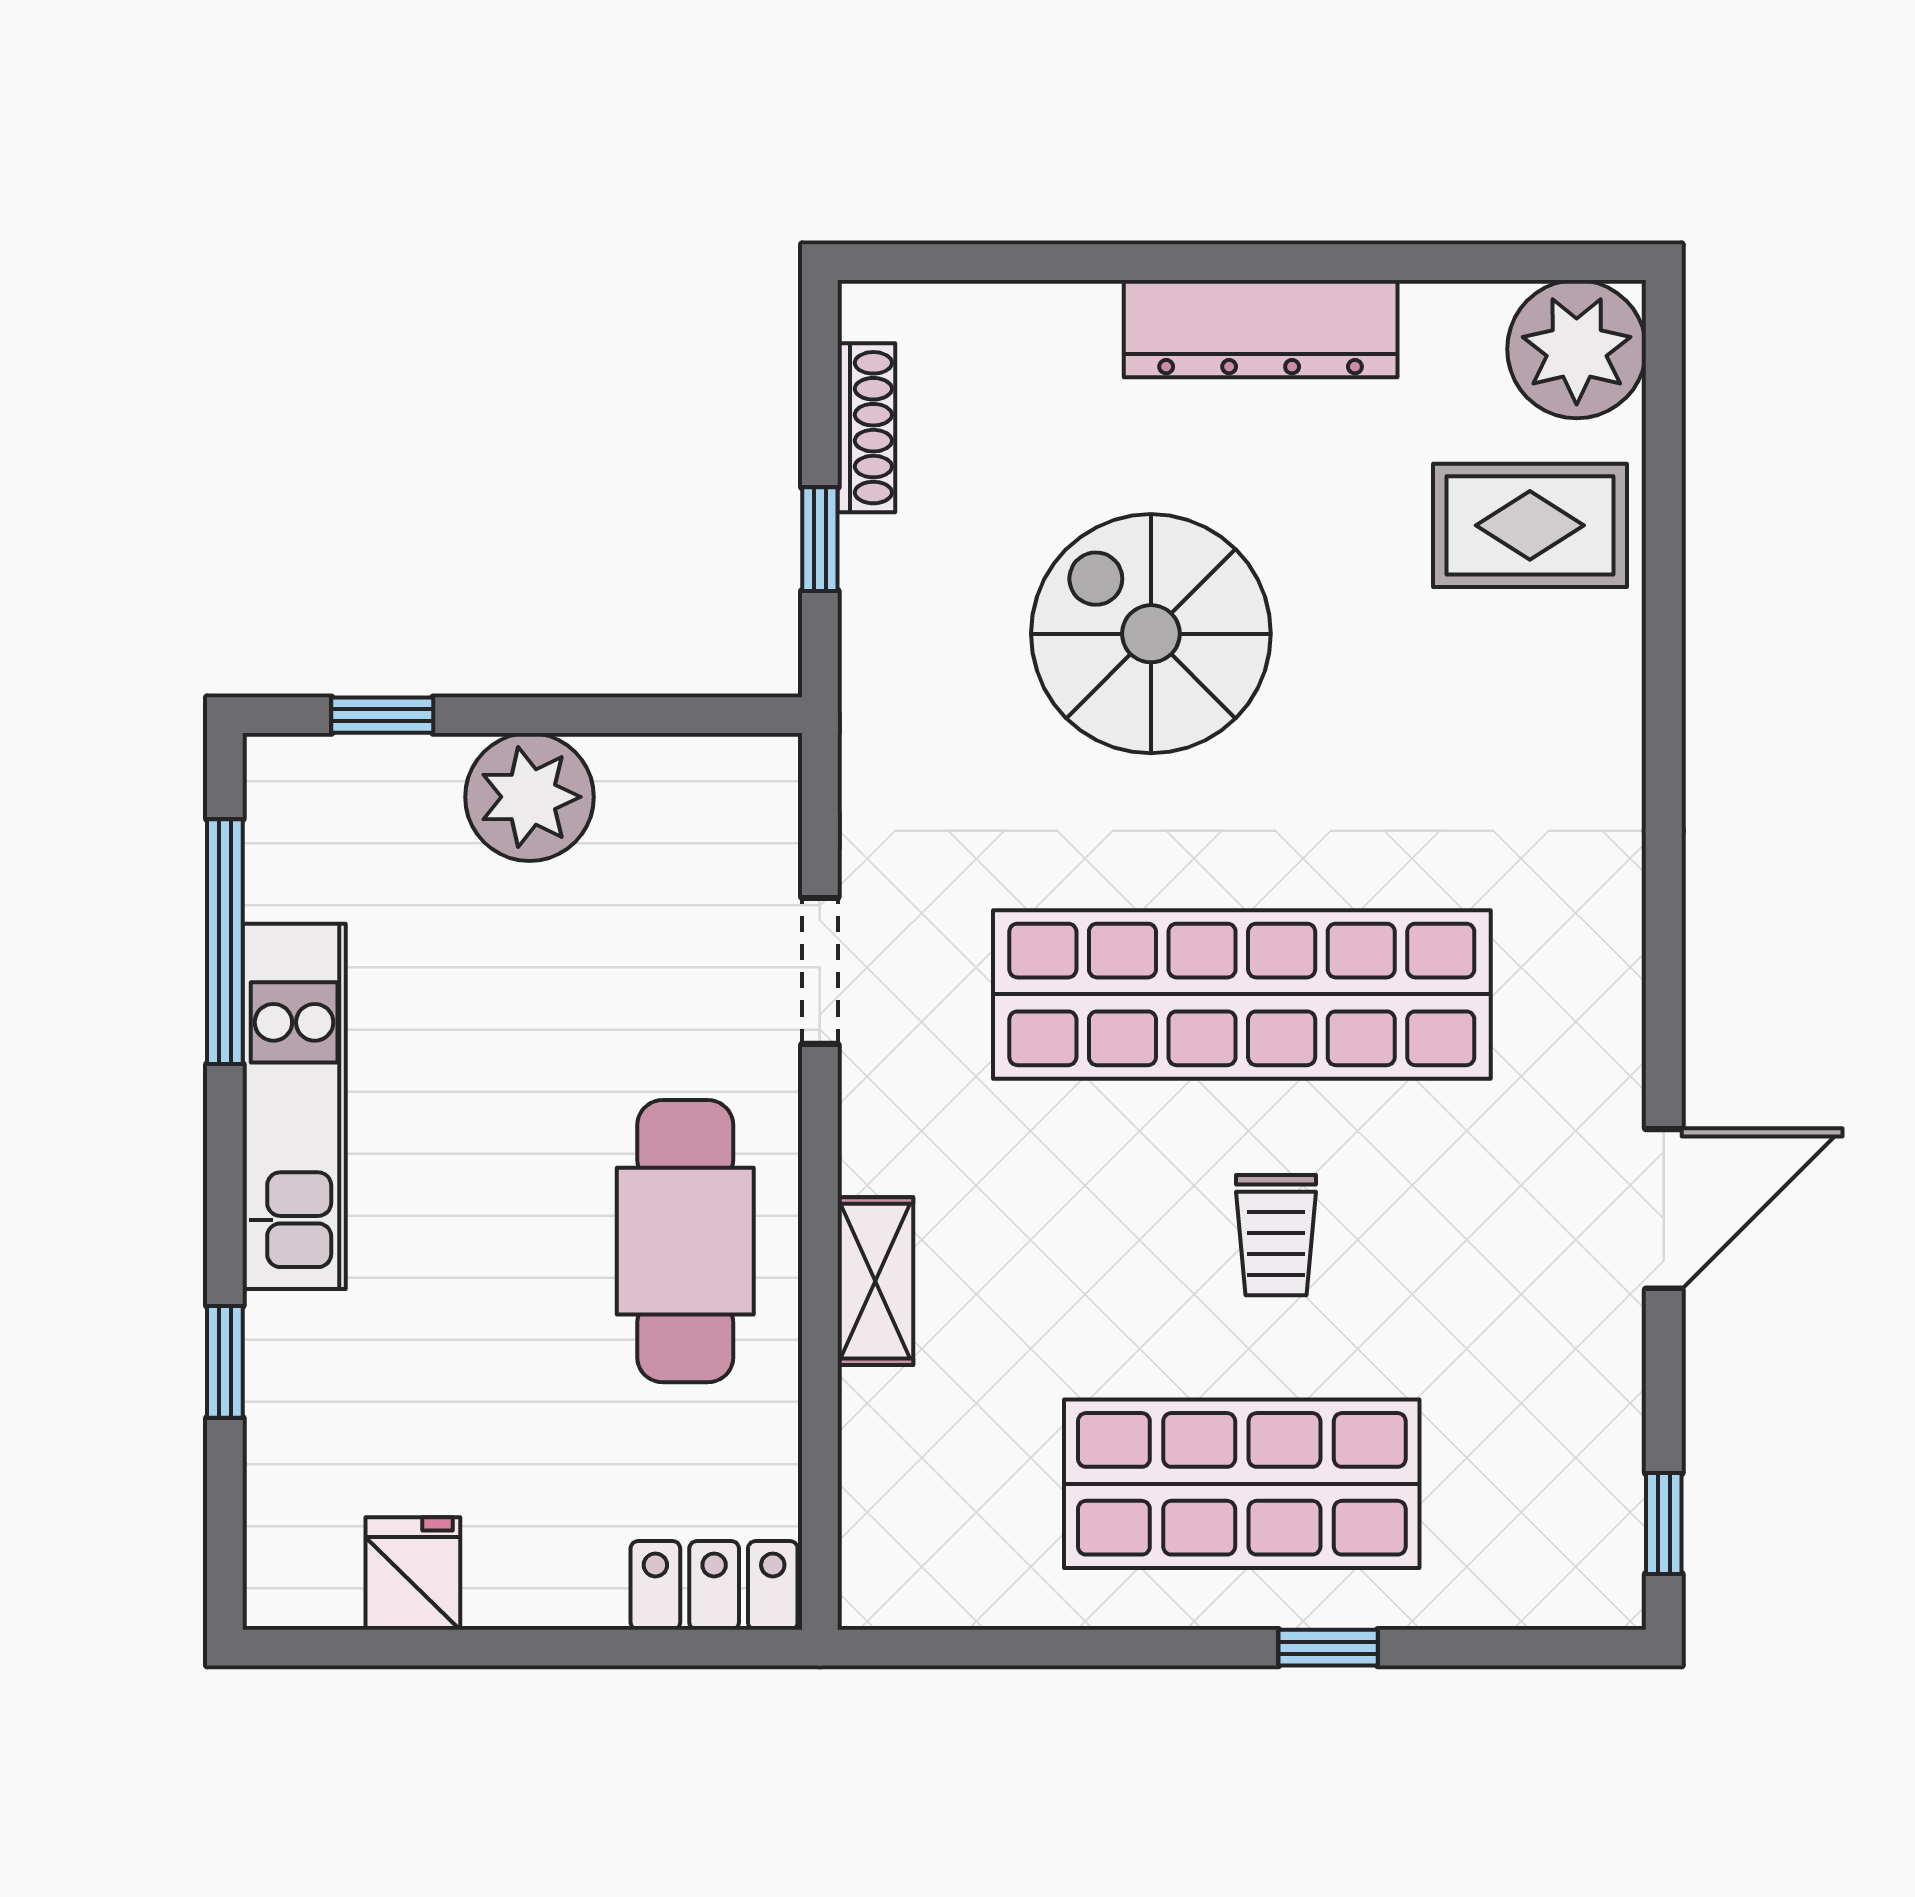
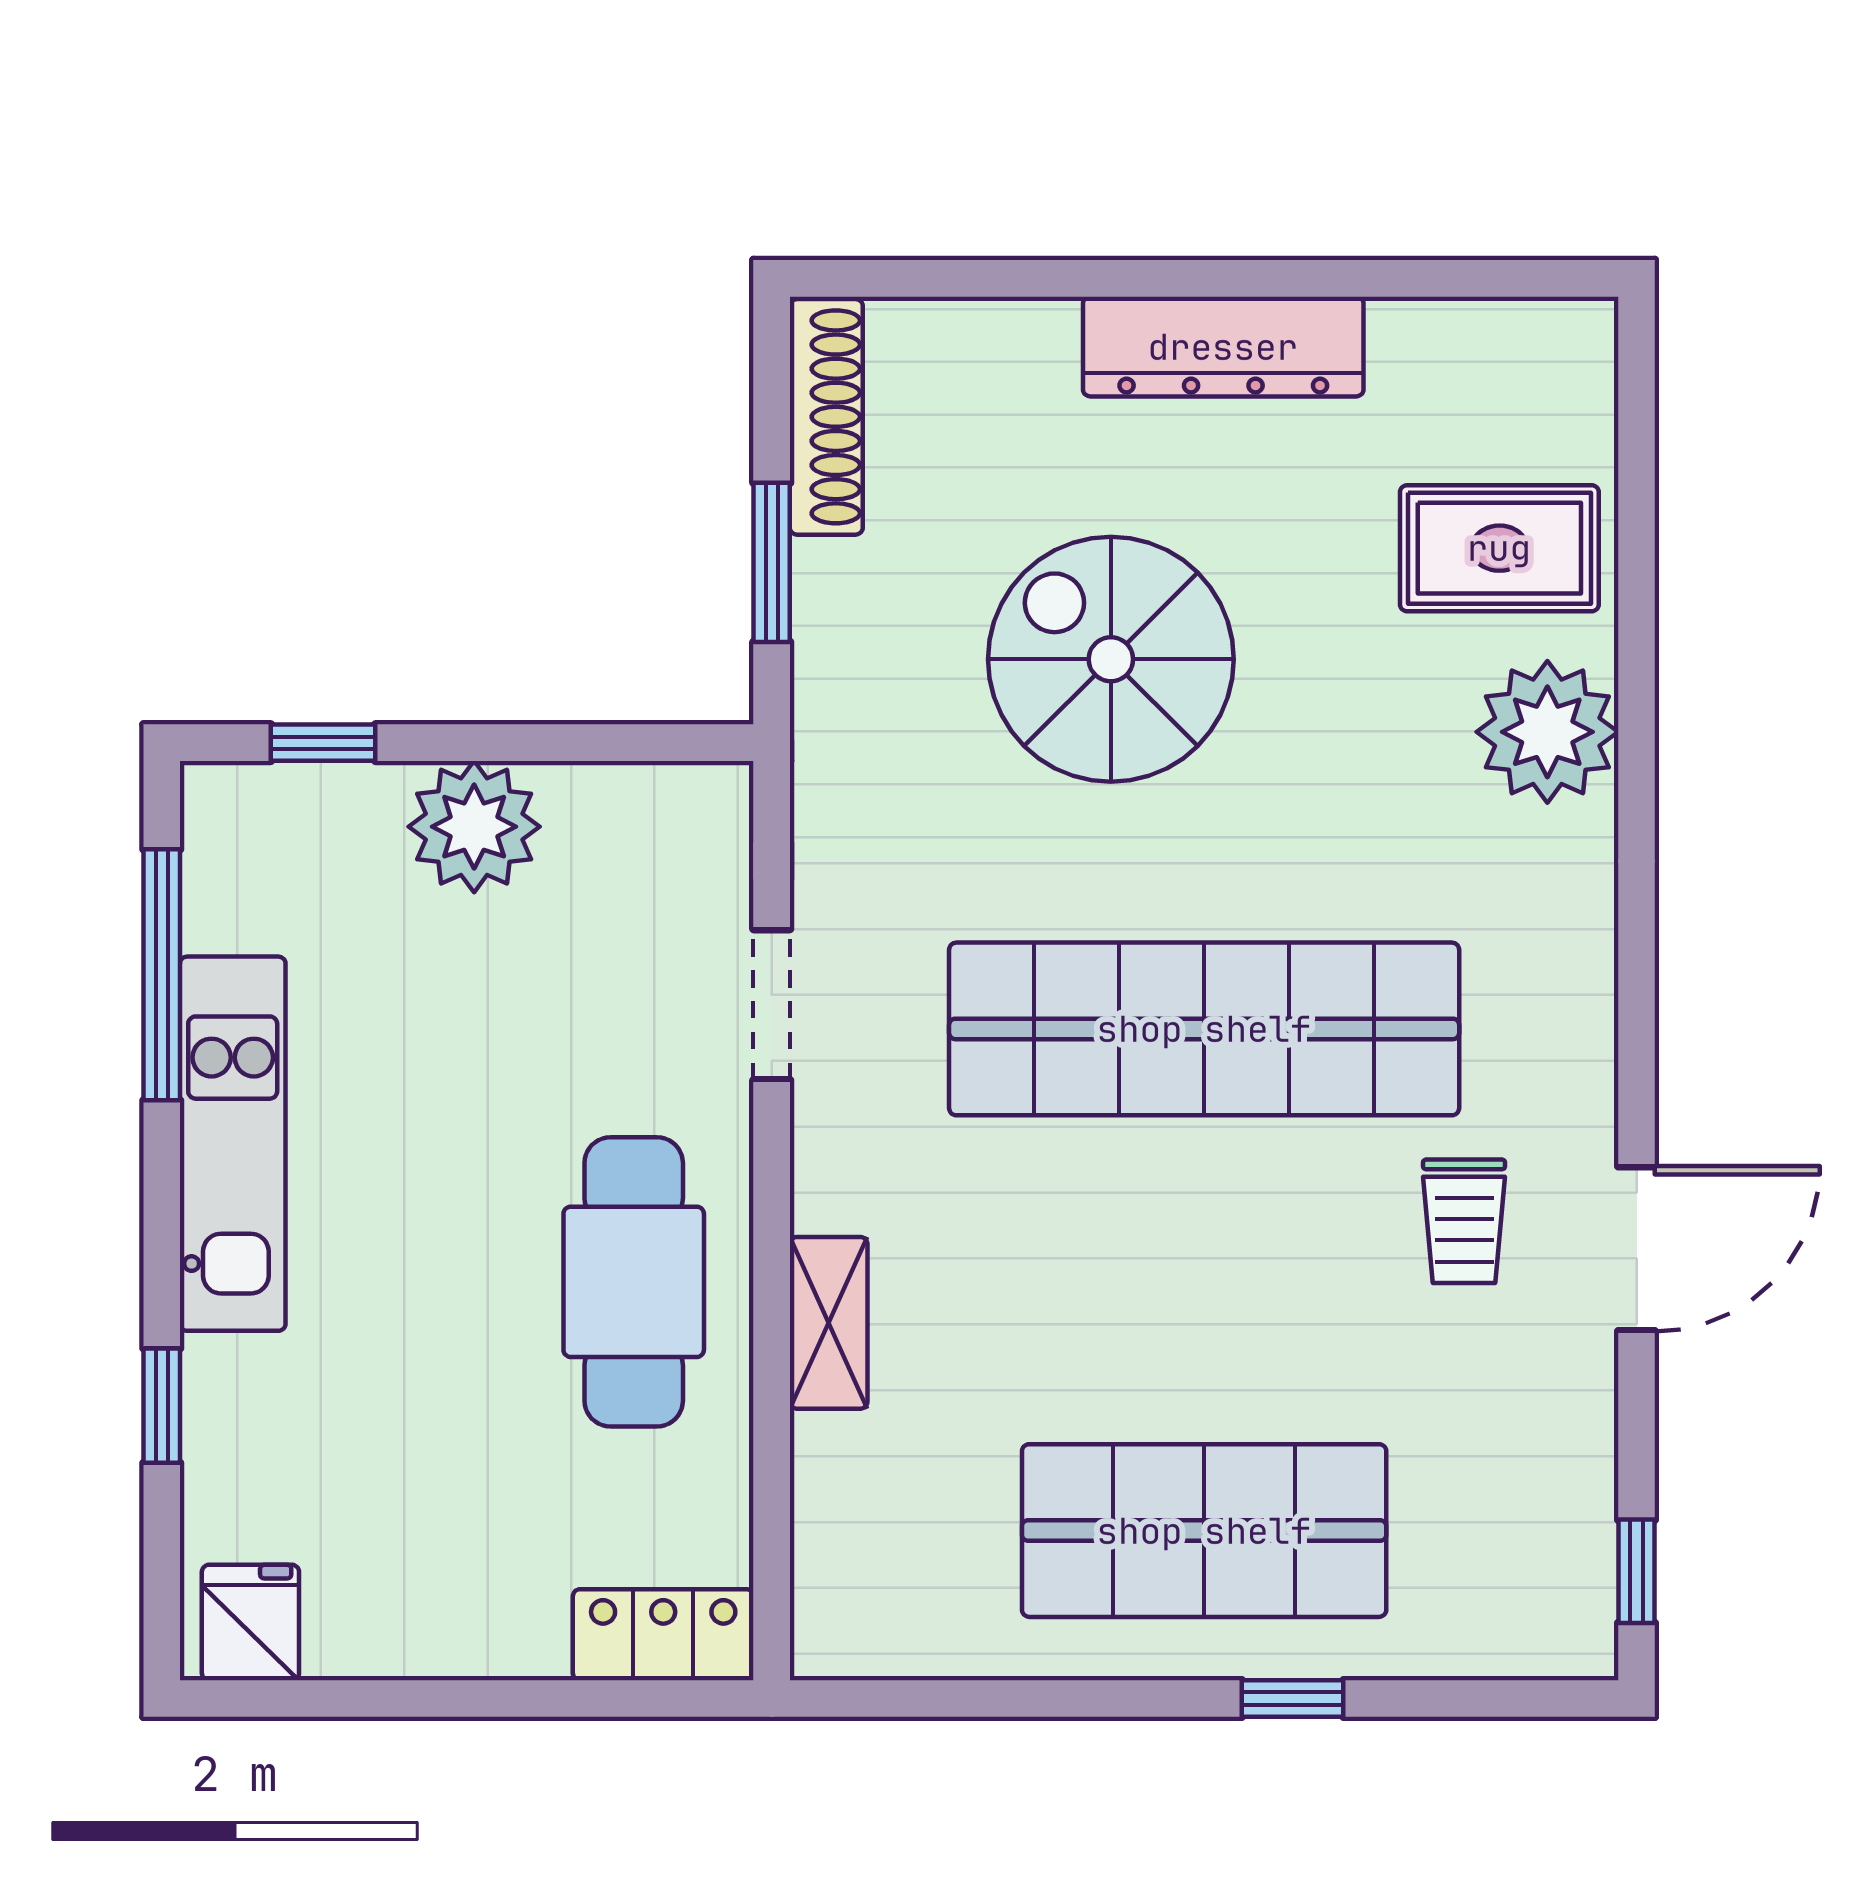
plant: (1577, 349) -> (1547, 732), moved
shoe rack: (866, 428) -> (826, 417), width x1.36, depth x1.24
window: (820, 539) -> (772, 562), width x1.50
trolley: (1276, 1235) -> (1464, 1221), moved
fridge: (413, 1574) -> (250, 1622), moved

